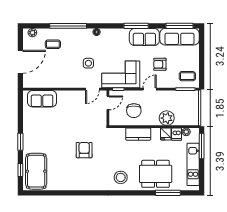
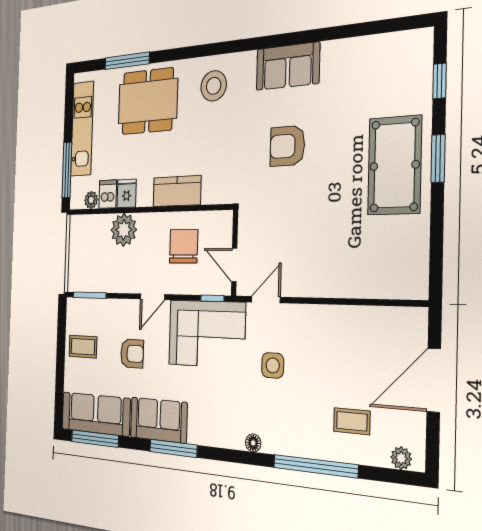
coffee table: (187, 76) -> (83, 347), moved
sofa: (42, 99) -> (288, 66), moved, turned 180
door: (108, 103) -> (234, 265), hinge flipped
armchair: (84, 150) -> (287, 146), turned 90
pool table: (36, 171) -> (394, 165), moved

